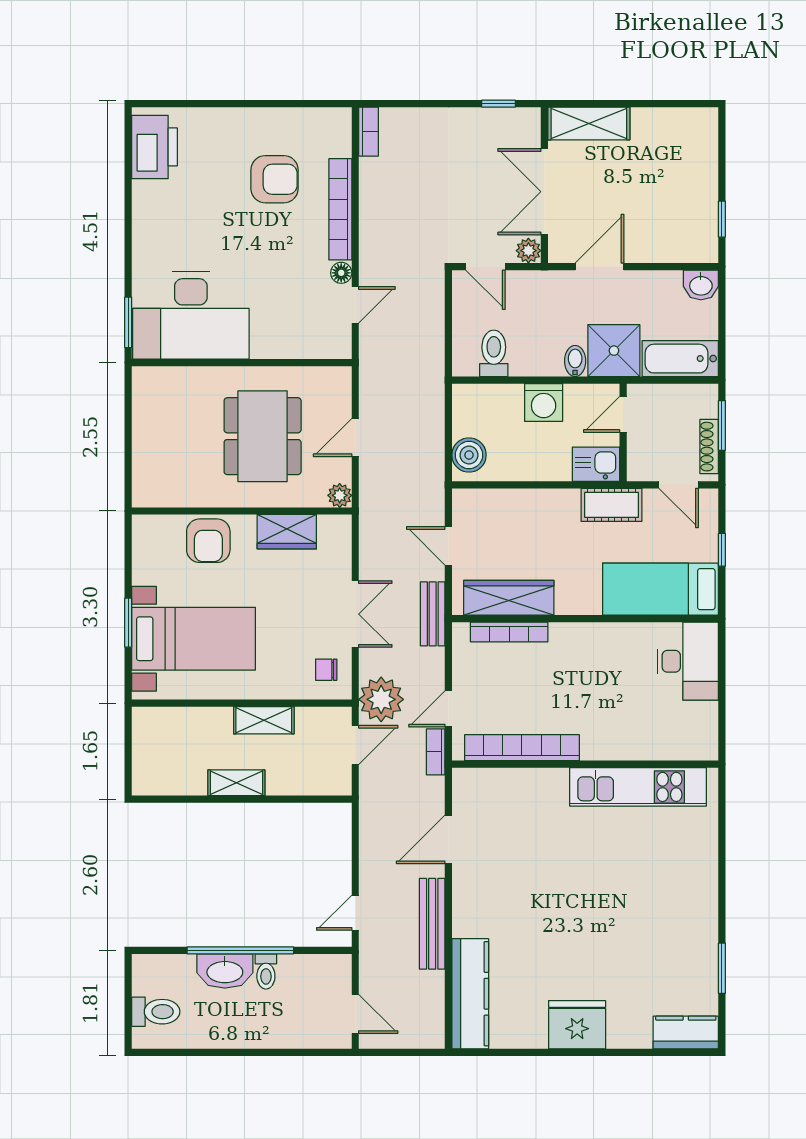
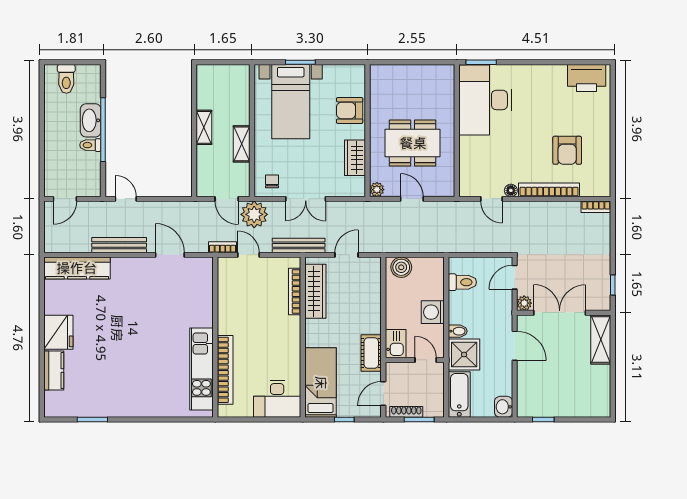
bench: (433, 614) -> (299, 245), width x1.36
bookcase: (522, 748) -> (225, 370), moved
kitchen counter: (686, 1033) -> (54, 371), moved

